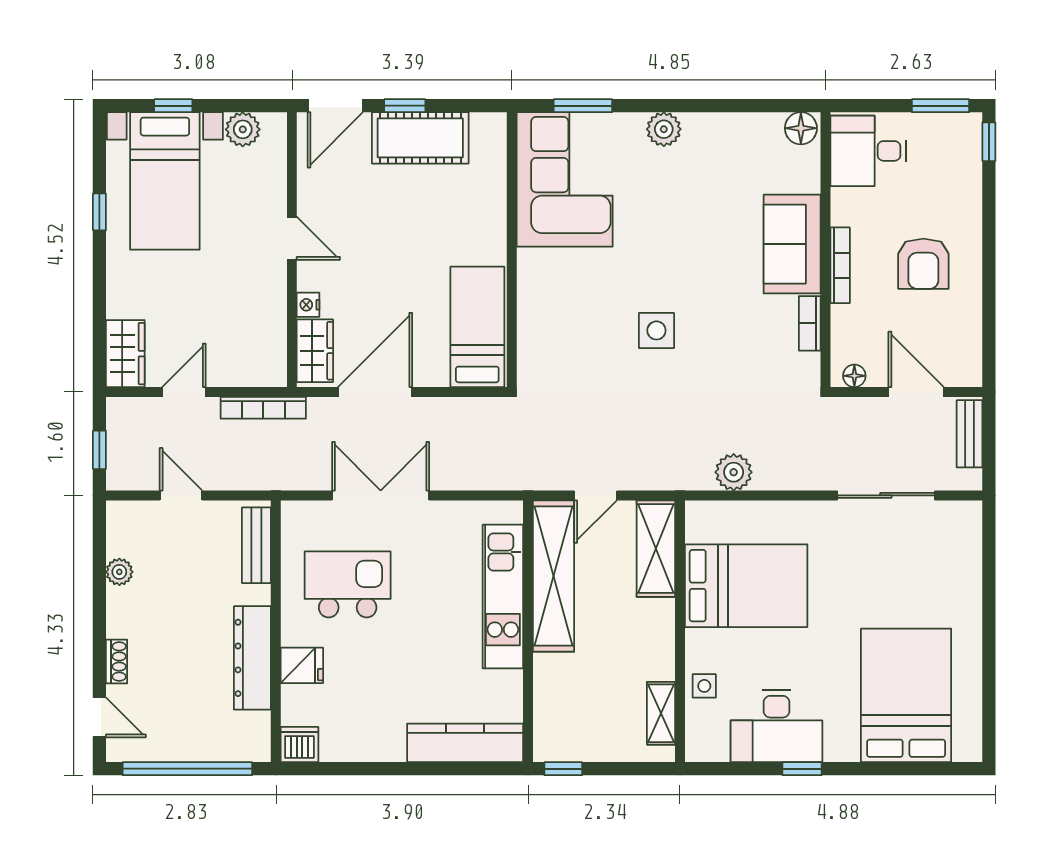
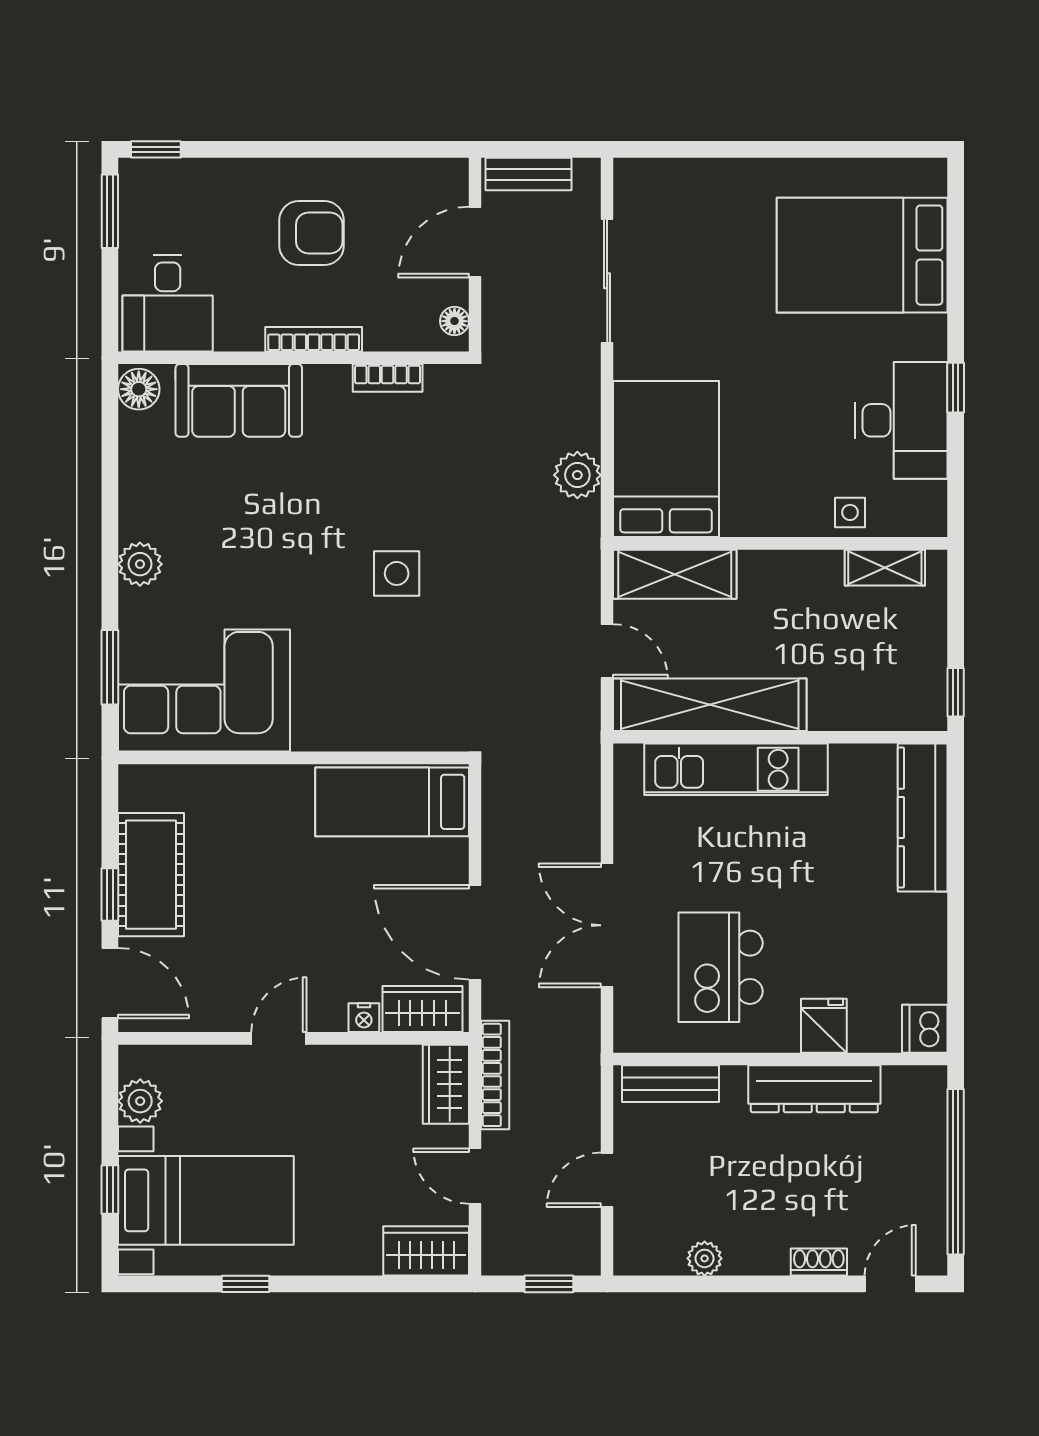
sofa: (792, 244) -> (239, 400), moved
wardrobe: (256, 369) -> (446, 1084), added
bed: (746, 586) -> (666, 459), moved

